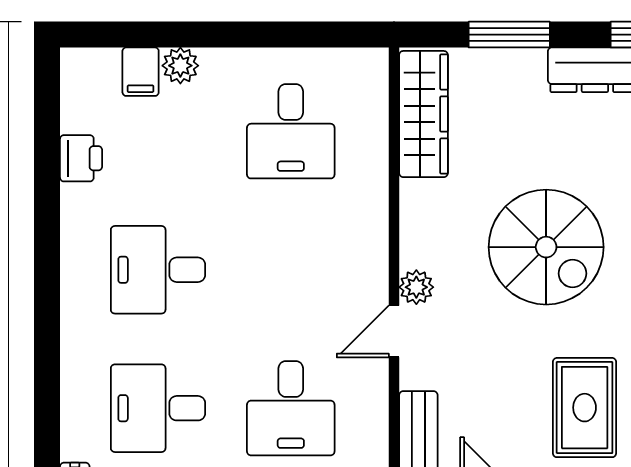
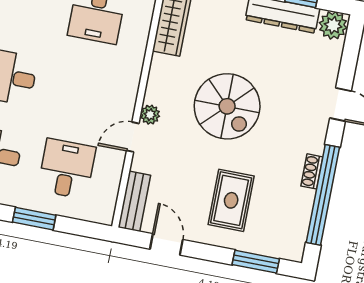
desk: (291, 408) -> (67, 169), turned 180

